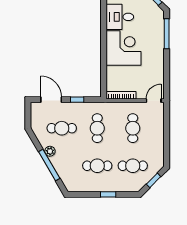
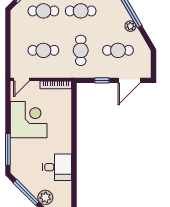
corner desk: (123, 48) -> (29, 120), moved, turned 180
door: (51, 100) -> (129, 80), hinge flipped
cafe table: (133, 128) -> (43, 50), turned 90

